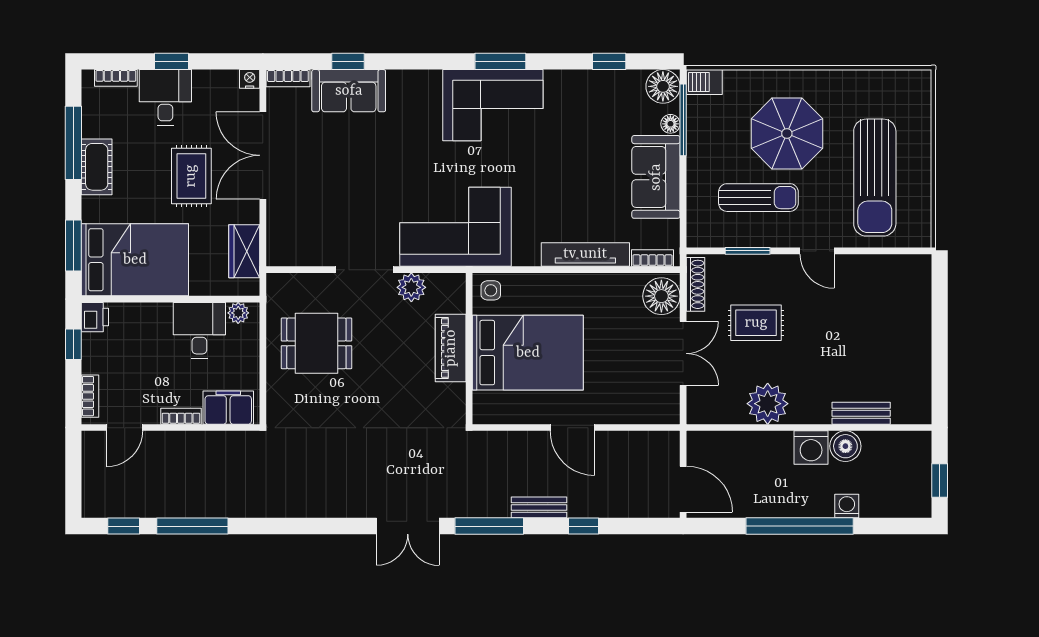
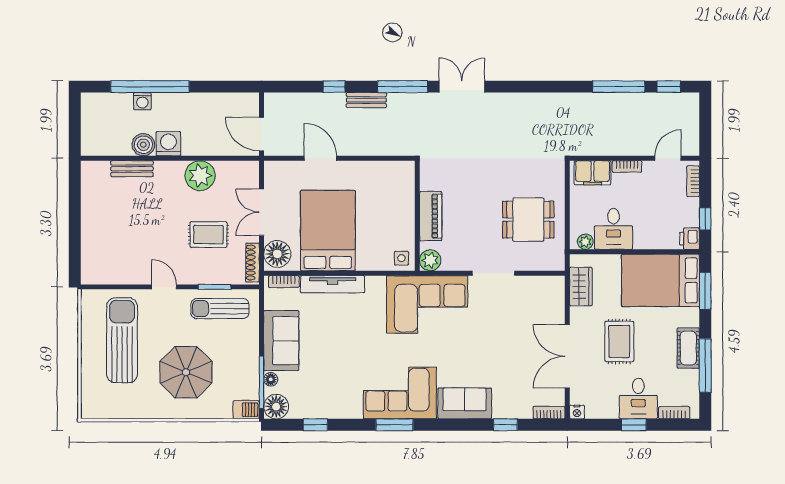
sofa: (349, 91) -> (465, 403), moved
double door: (263, 155) -> (567, 356), swing flipped
sun lounger: (758, 198) -> (220, 309), moved
plant: (411, 287) -> (430, 260), moved
bed: (528, 353) -> (328, 231), moved, turned 90
door: (572, 428) -> (320, 158), moved
window: (940, 480) -> (75, 120), removed
door: (683, 489) -> (261, 134), moved
window: (800, 526) -> (150, 87), moved

